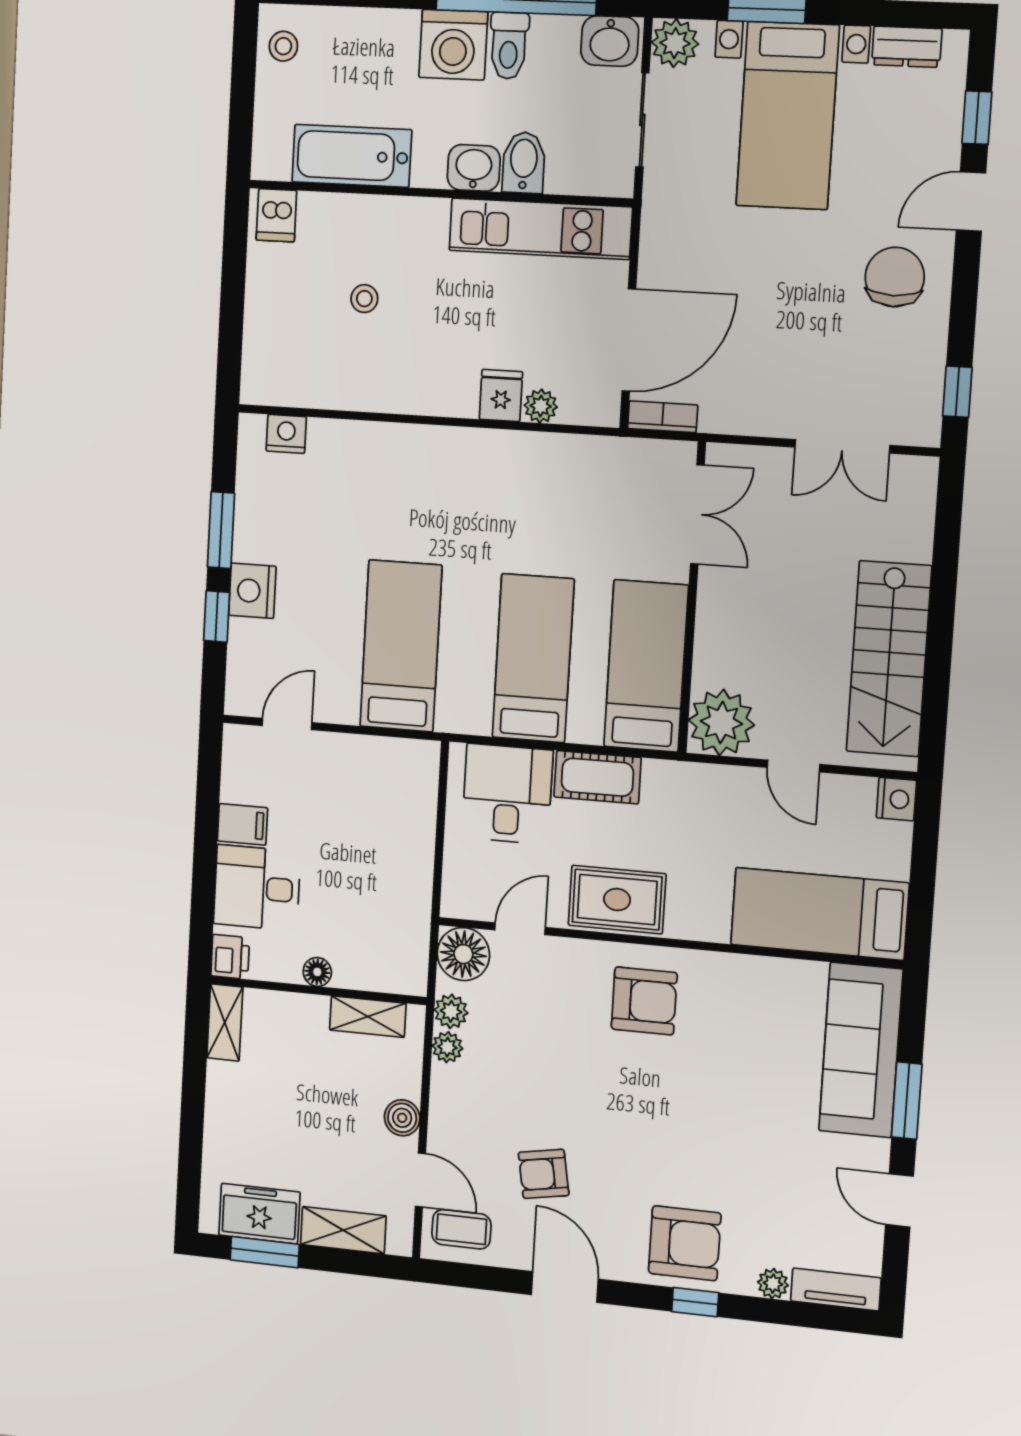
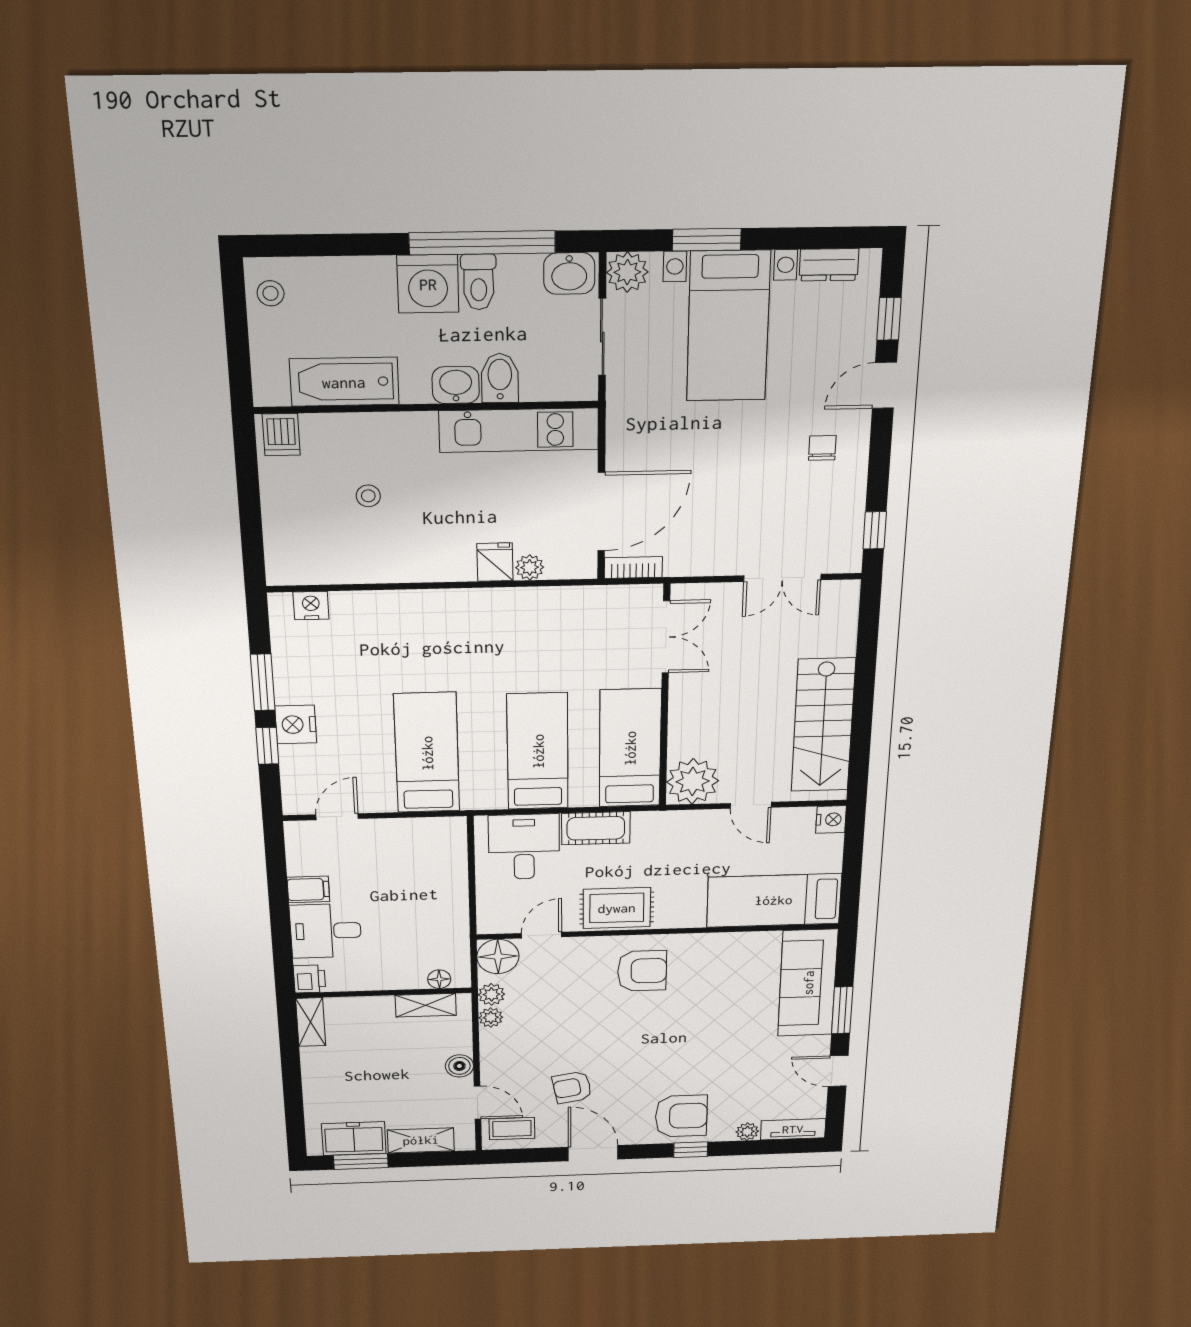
chair: (895, 277) -> (822, 448), width x0.54, depth x0.54
floor lamp: (317, 972) -> (439, 979), moved

